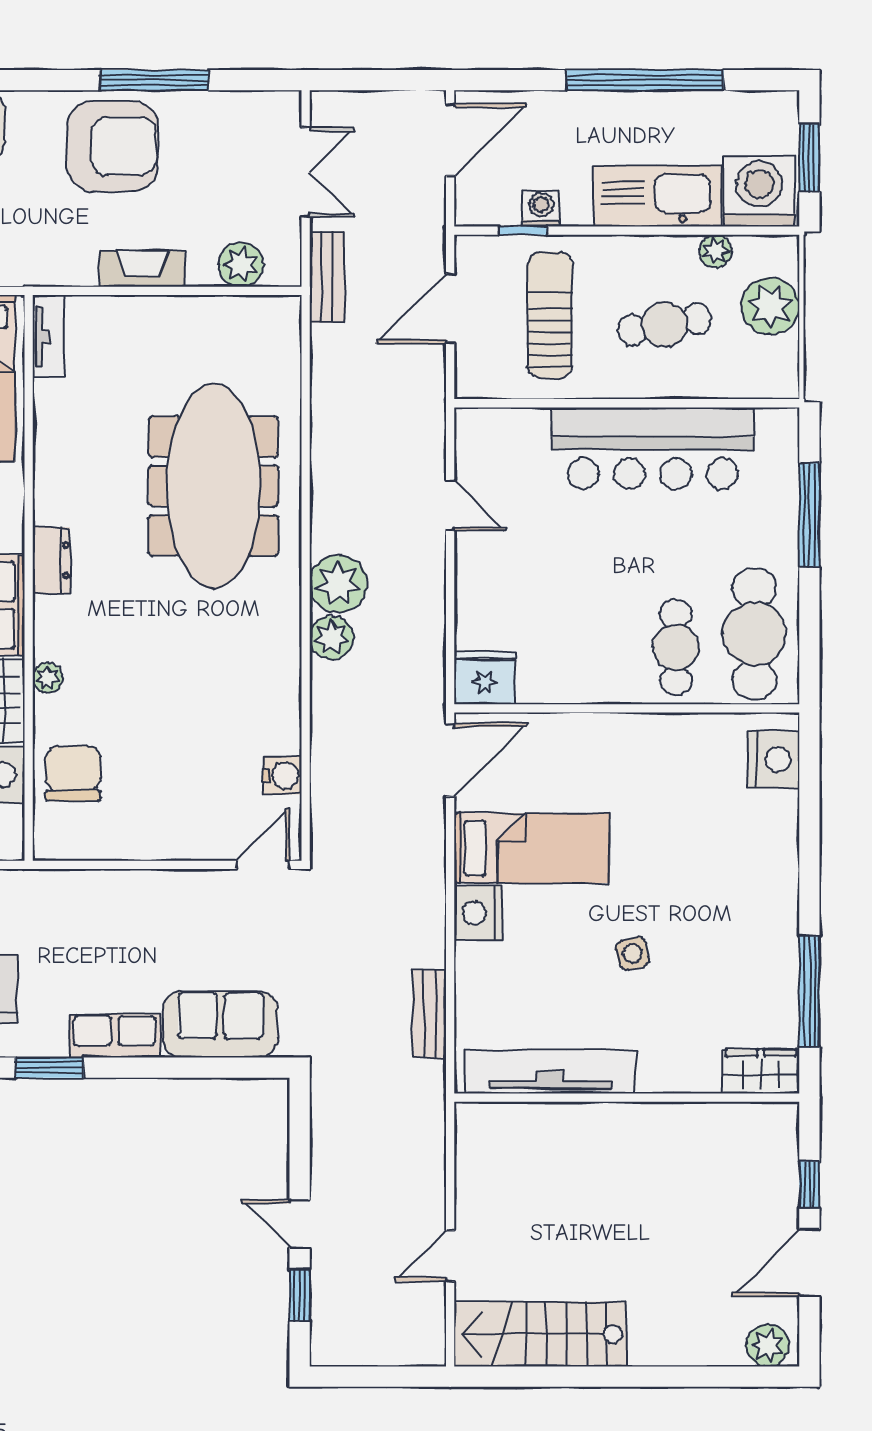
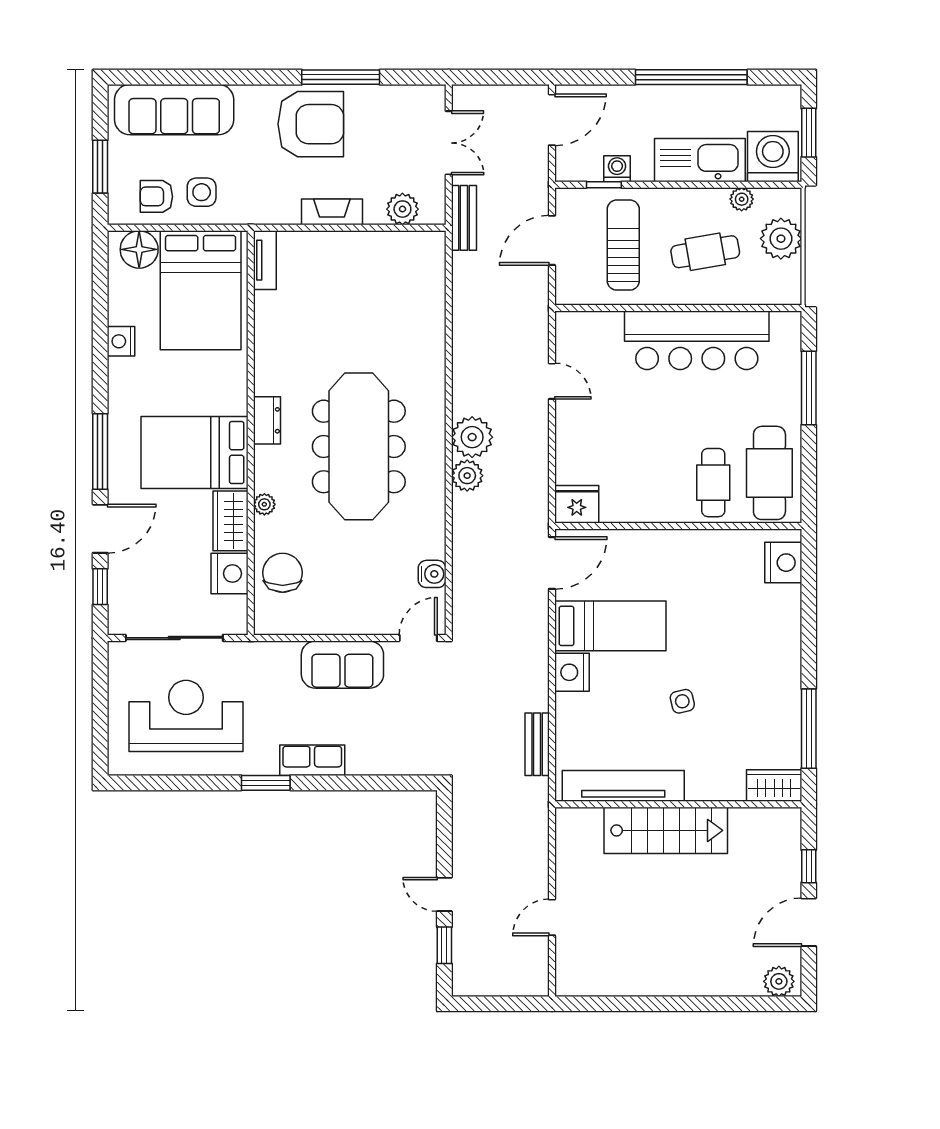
meeting table: (214, 486) -> (359, 446), moved
sofa: (220, 1024) -> (342, 665), moved, turned 180
stairs: (540, 1334) -> (666, 830), moved, turned 180

